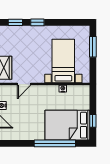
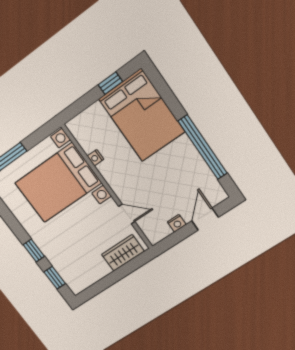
bed with nightstands: (63, 61) -> (58, 183), width x1.36
window: (55, 143) -> (203, 147), moved

